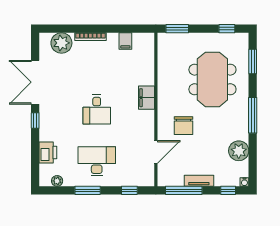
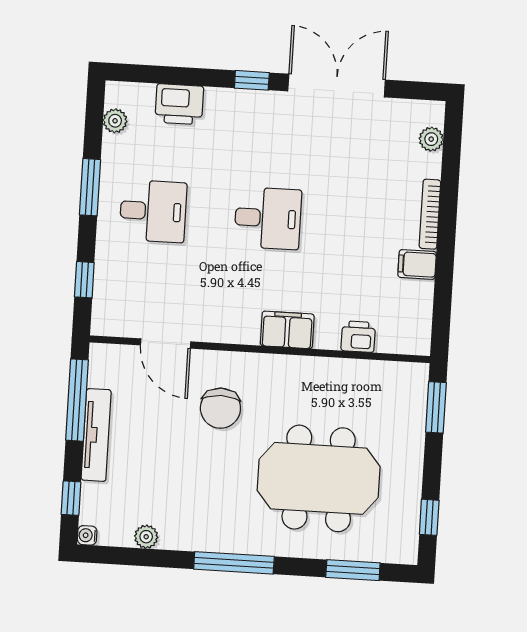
filing cabinet: (125, 41) -> (417, 264), moved
plant: (61, 43) -> (431, 139), width x0.53, depth x0.53
printer: (148, 66) -> (358, 337), added
desk: (97, 110) -> (268, 218), turned 180
chair: (184, 126) -> (220, 408), turned -90
plant: (239, 151) -> (146, 537), width x0.53, depth x0.53
desk: (97, 161) -> (153, 211), width x0.73
tv unit: (199, 181) -> (96, 435), width x1.41

